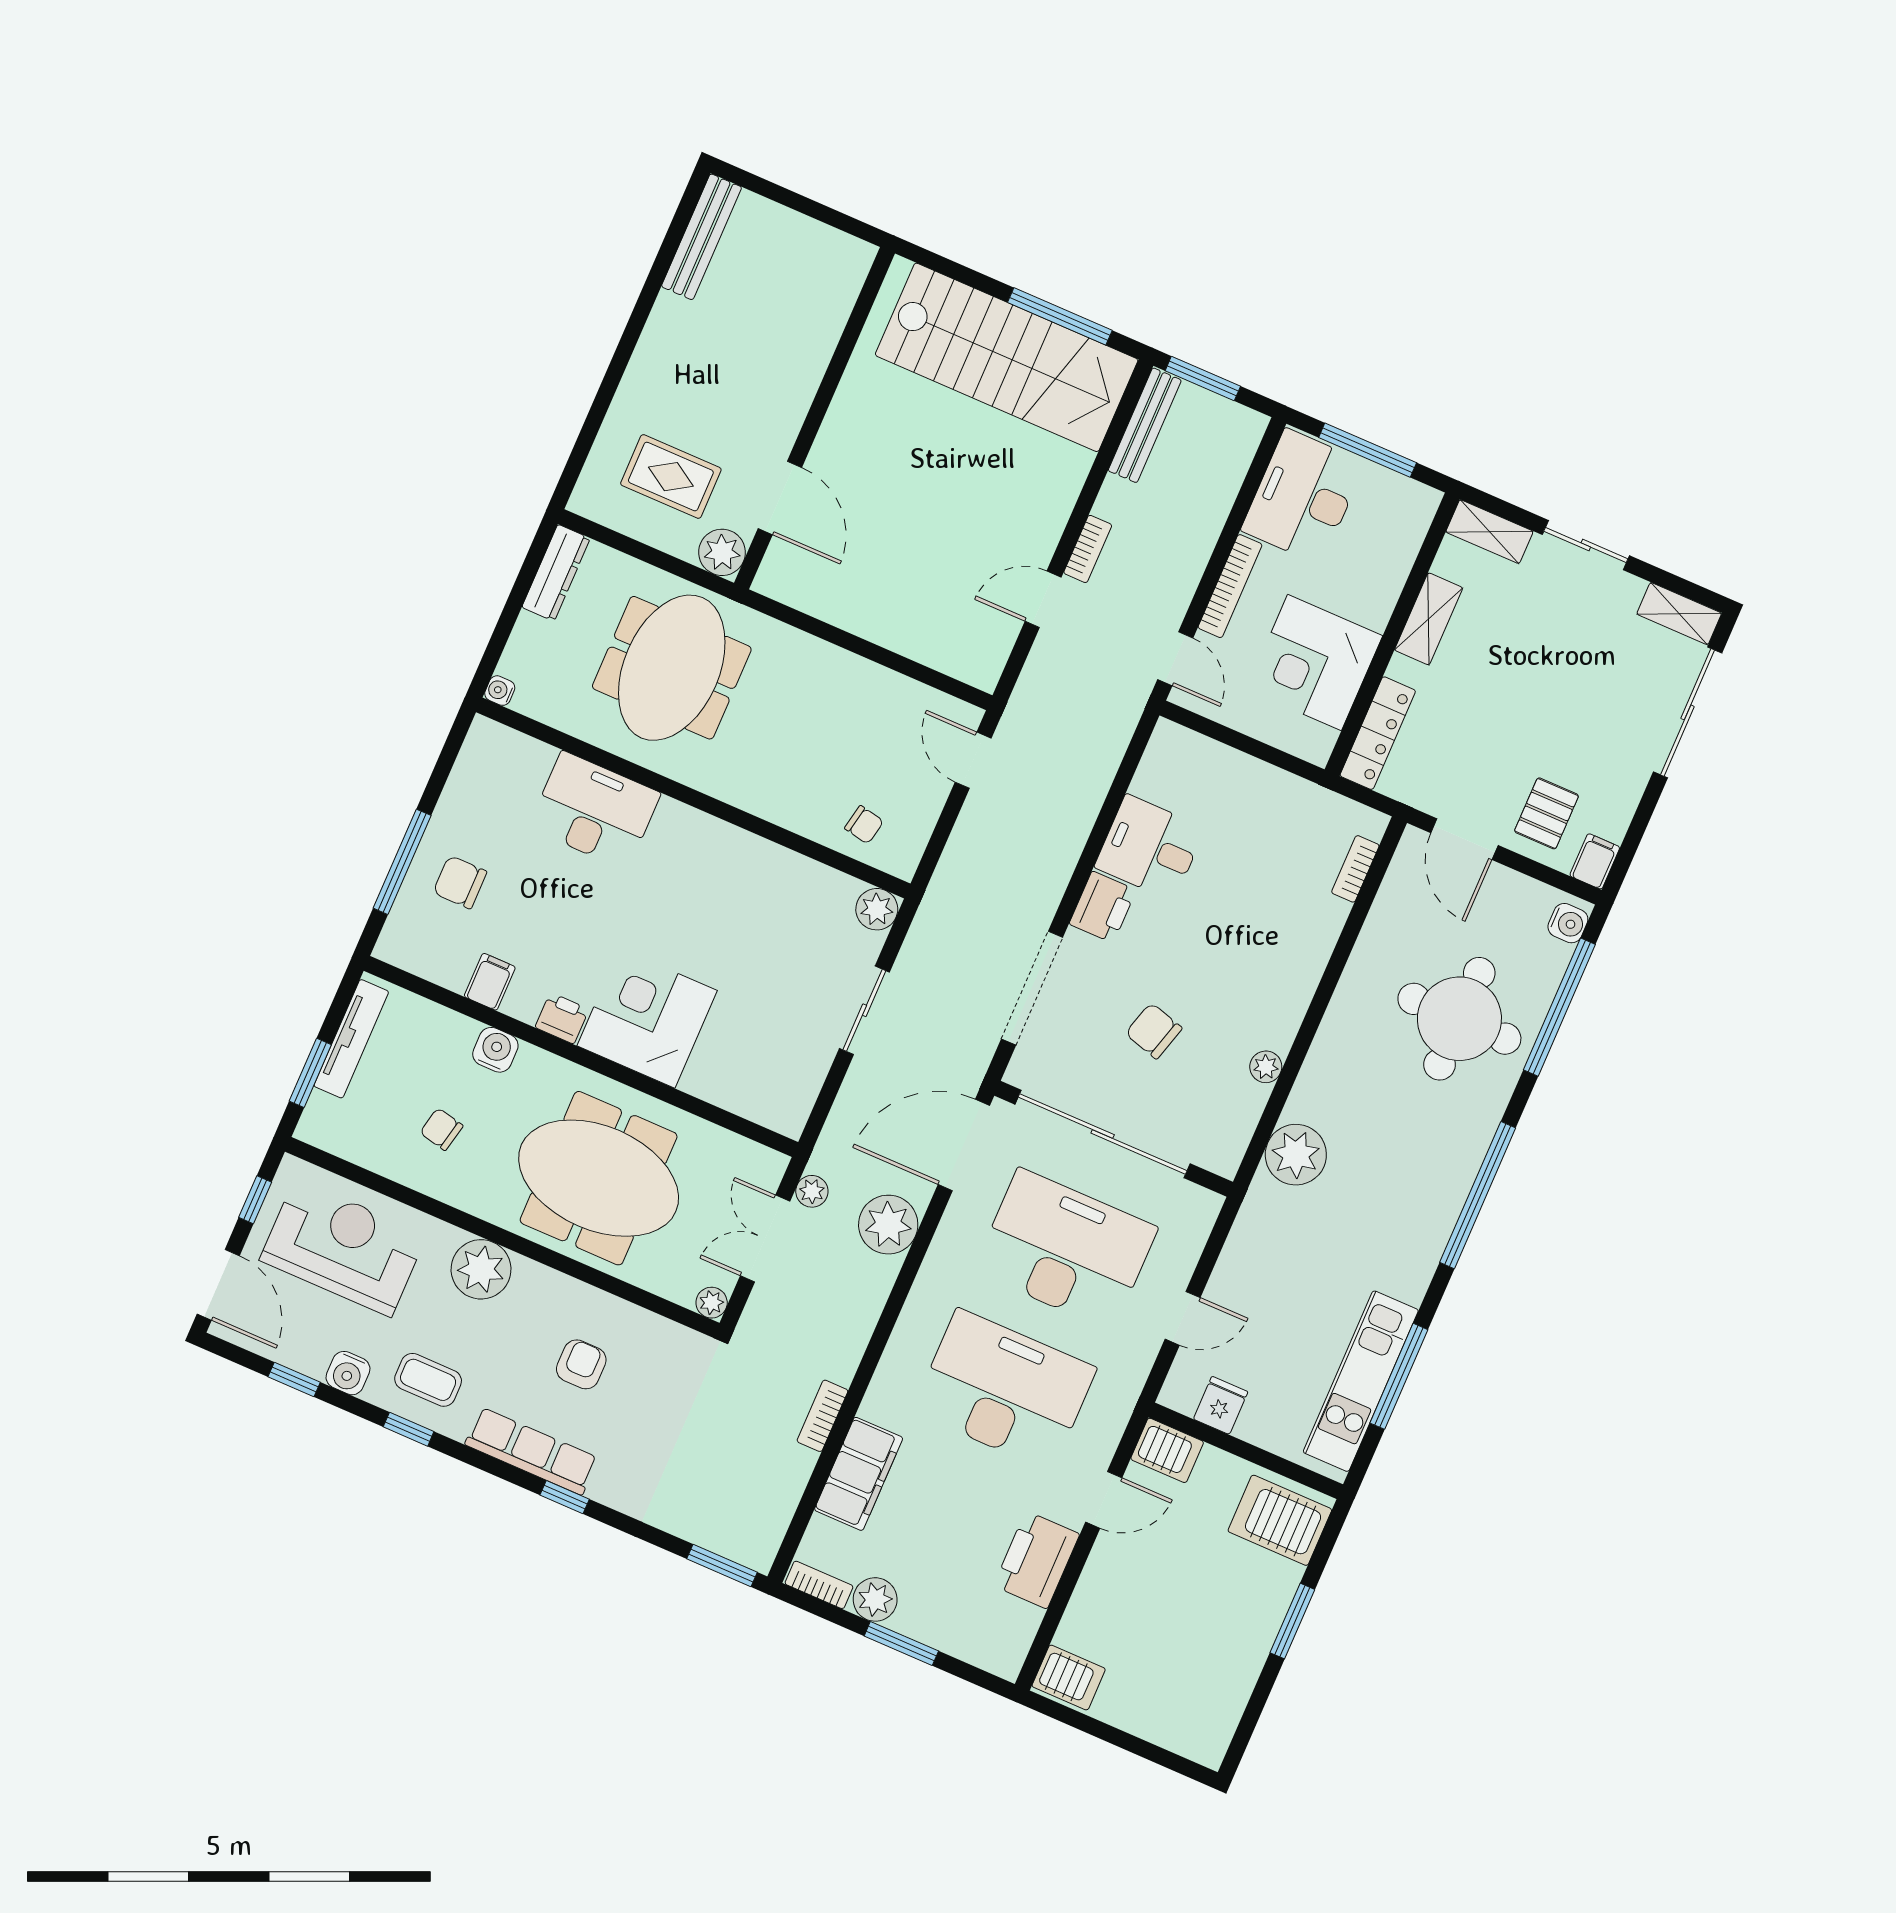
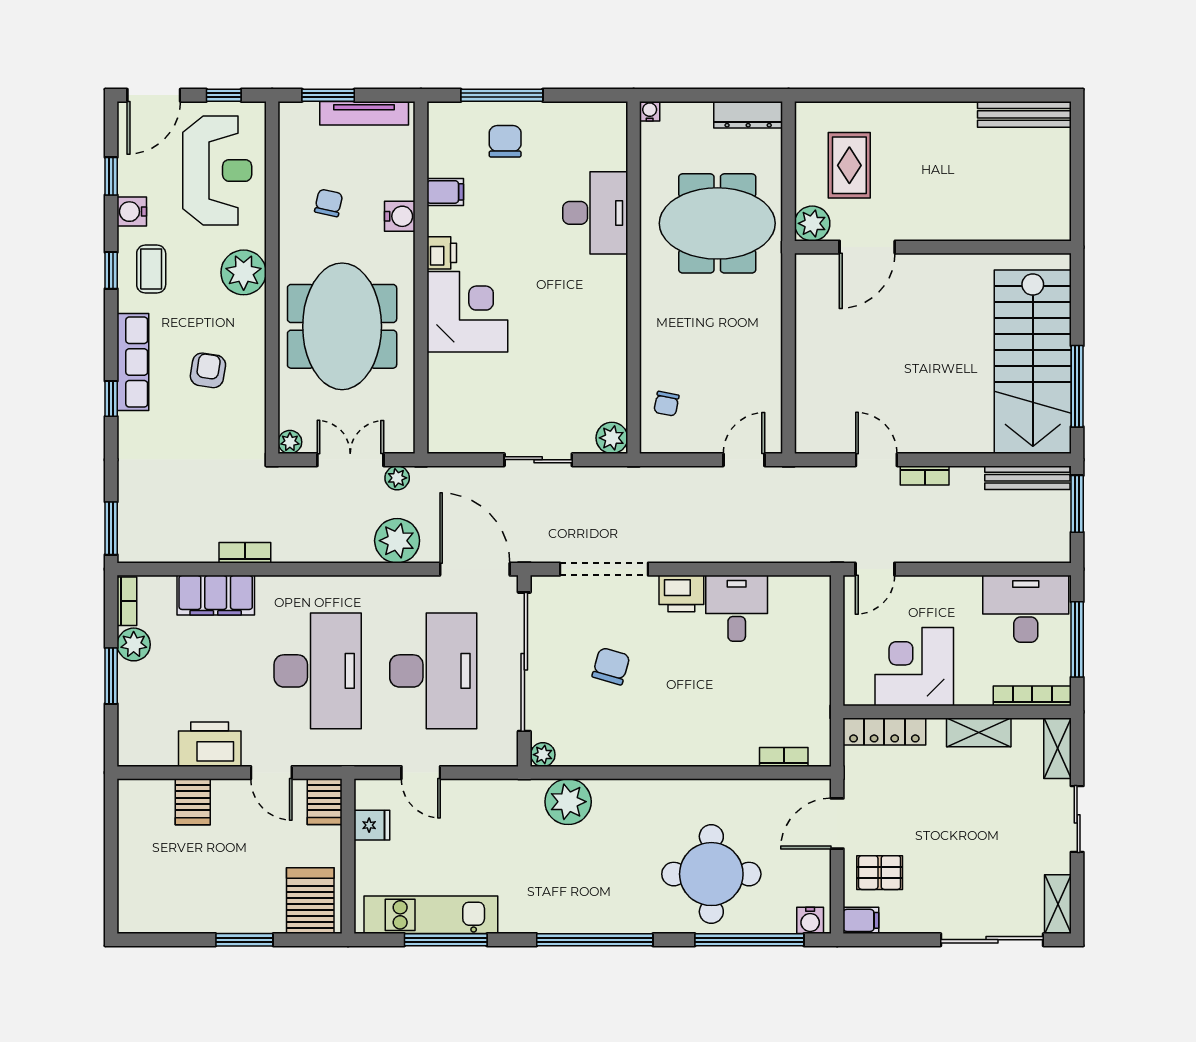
bookcase: (1230, 586) -> (1032, 696), moved, turned 180
plant: (1266, 1067) -> (543, 755), moved
armchair: (581, 1364) -> (208, 370), turned -81
server rack: (1069, 1678) -> (193, 802), moved

